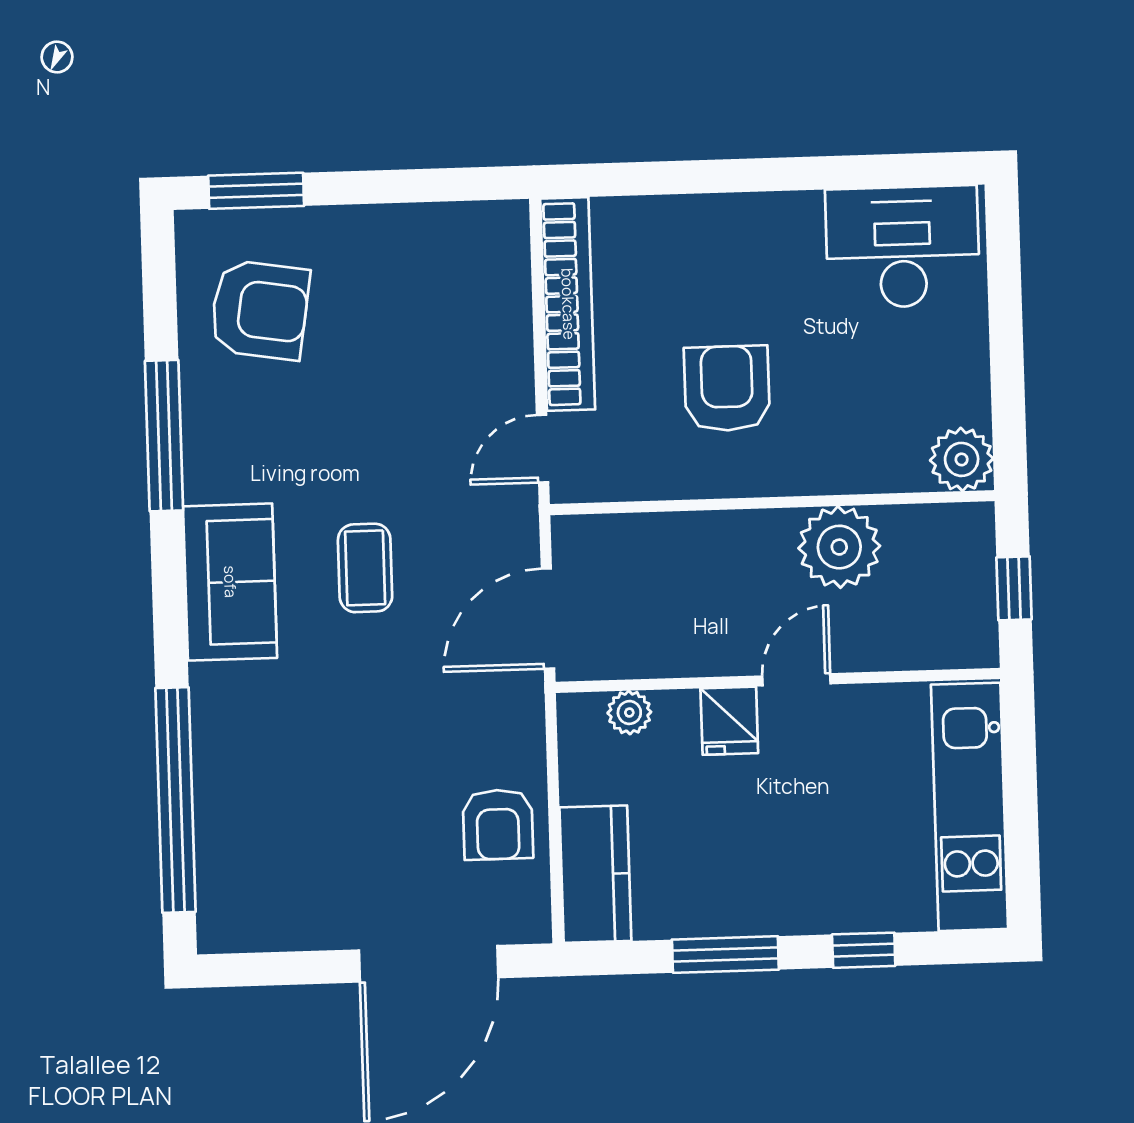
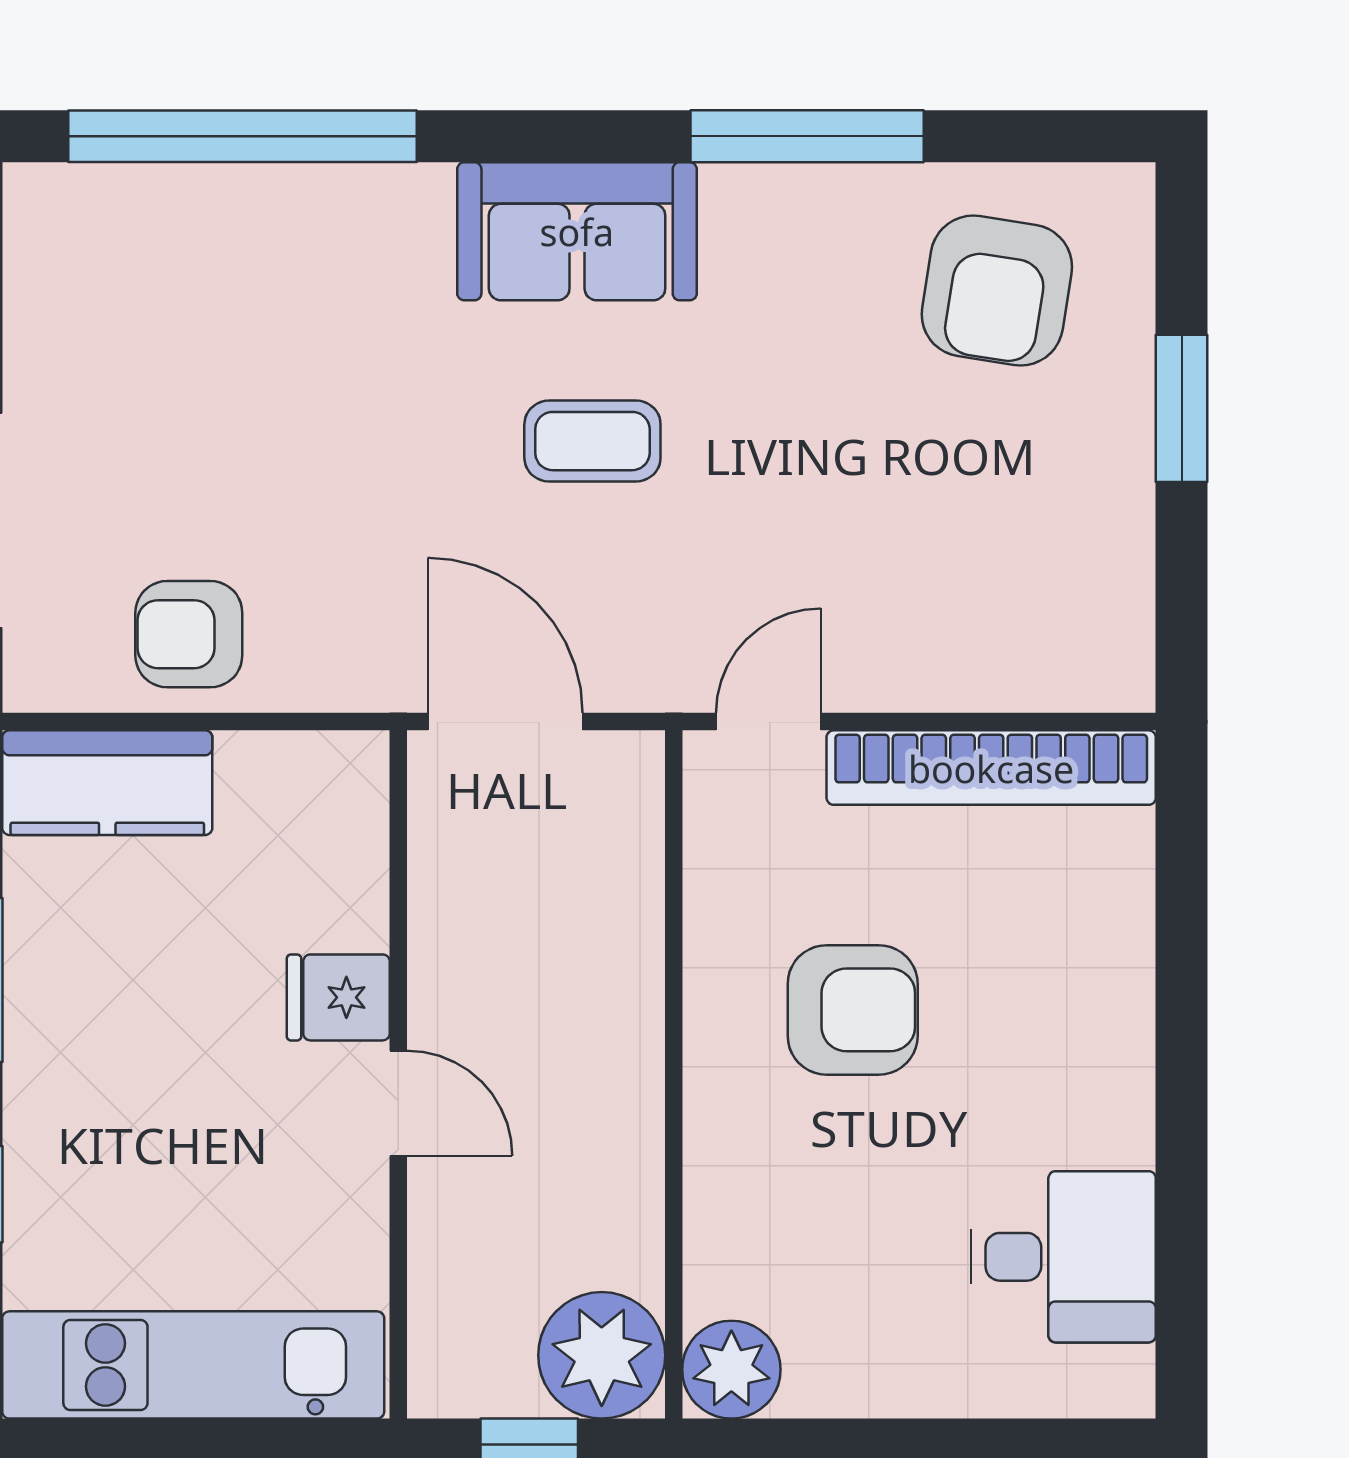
window: (256, 191) -> (1182, 408), moved
desk: (903, 247) -> (1063, 1257), width x0.73
door: (543, 449) -> (768, 722), hinge flipped
plant: (839, 547) -> (602, 1355), moved
plant: (629, 713) -> (356, 843), removed

